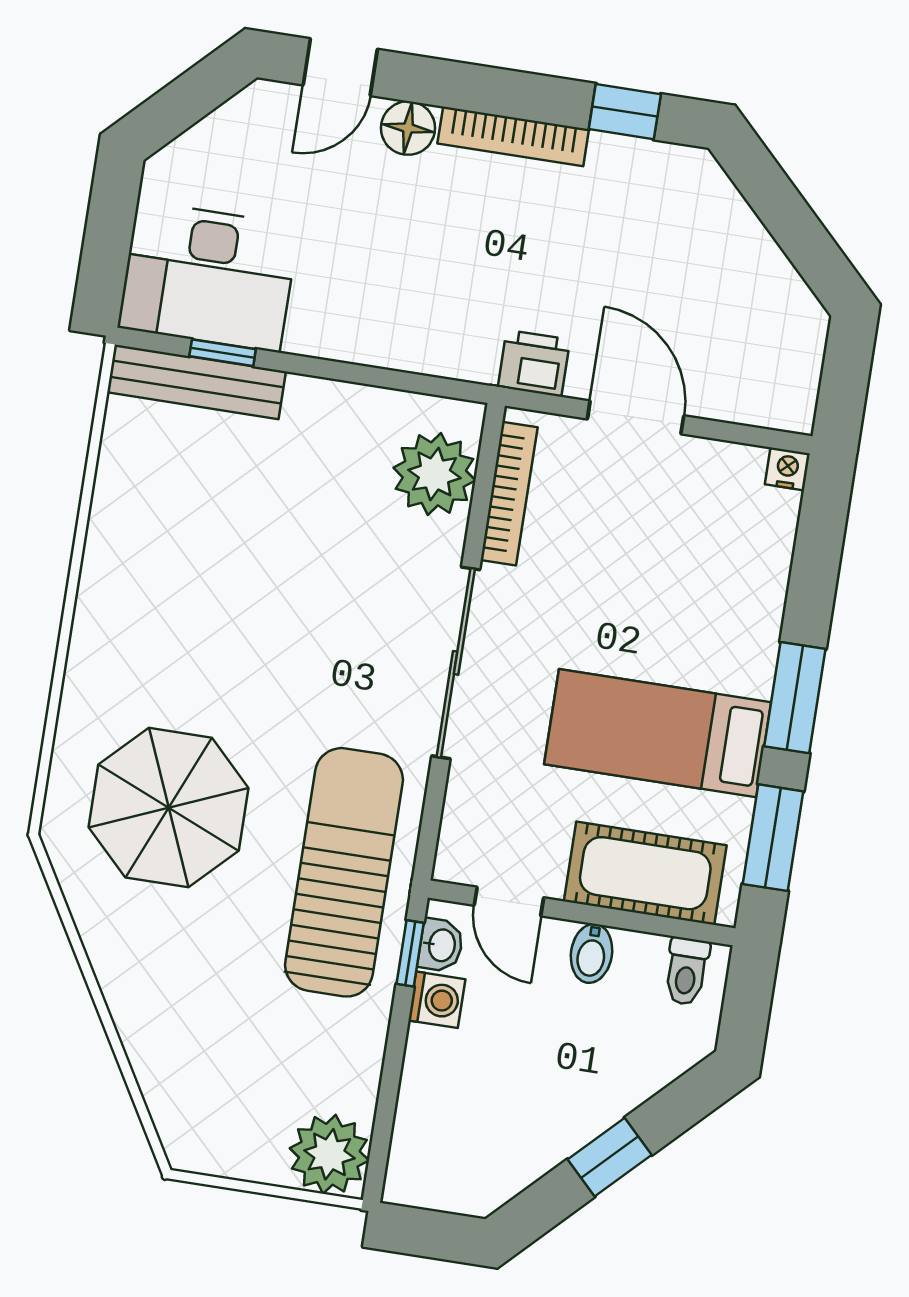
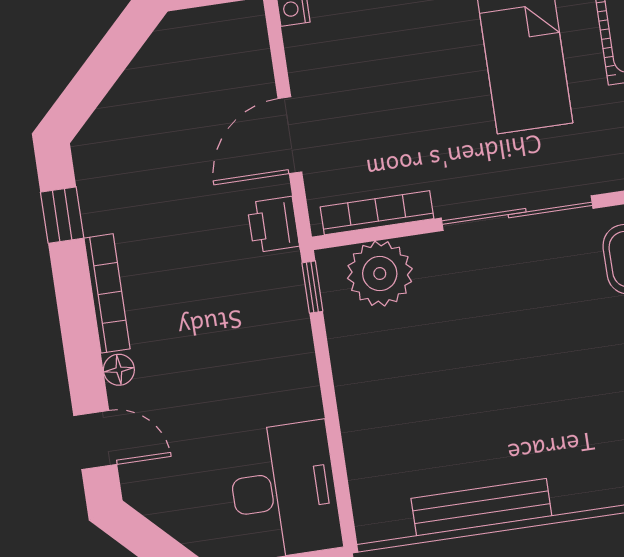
floor lamp: (408, 128) -> (119, 370), width x0.73, depth x0.73
window: (223, 353) -> (312, 287), moved
bench: (196, 382) -> (481, 507), moved, turned 90

